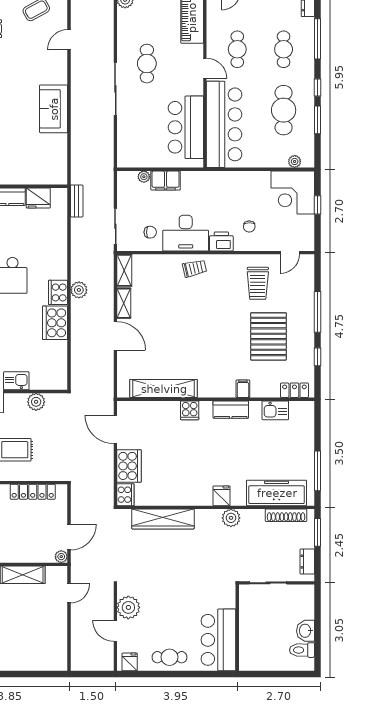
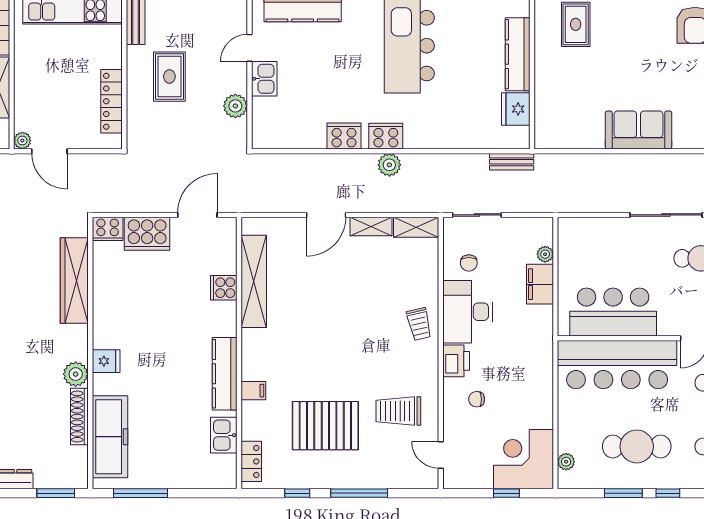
cooker: (55, 323) -> (344, 136), width x0.73, depth x0.76
cooker: (190, 410) -> (224, 288), moved
kitchen counter: (231, 410) -> (225, 374), width x1.50
shoe rack: (286, 515) -> (79, 417), moved

